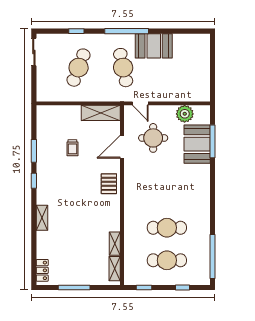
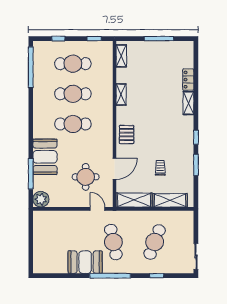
shelving: (62, 113) -> (170, 200), added
plant: (185, 114) -> (41, 199), moved
booth: (197, 144) -> (45, 157), moved
cafe table: (167, 195) -> (73, 124), added
shelving: (115, 244) -> (121, 94), moved
locker: (42, 270) -> (188, 80), moved

